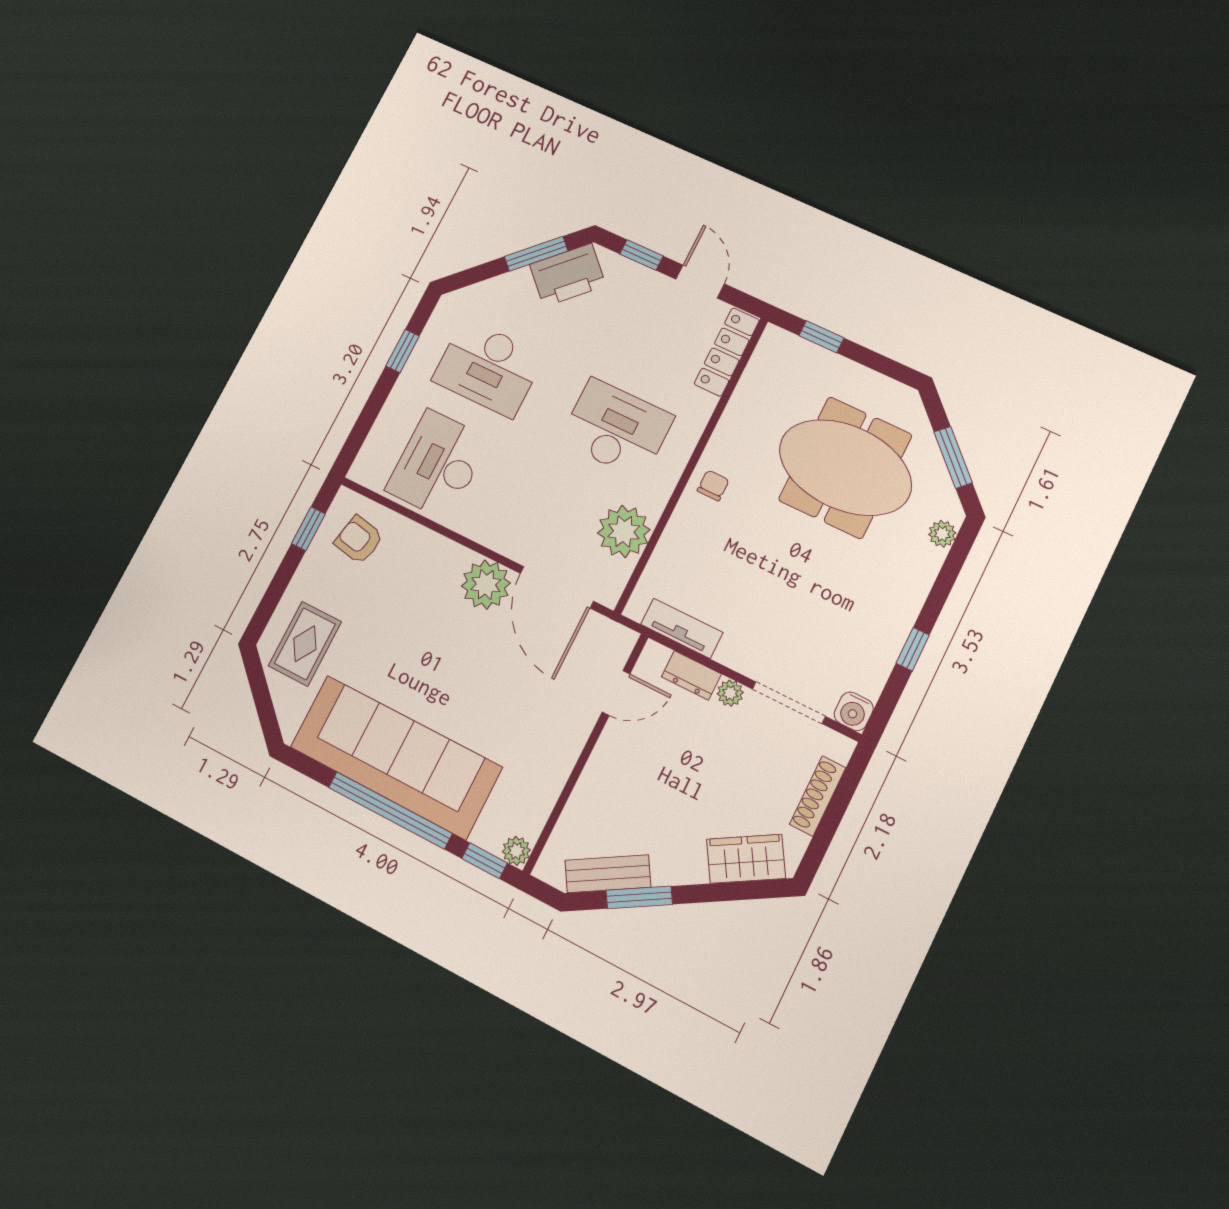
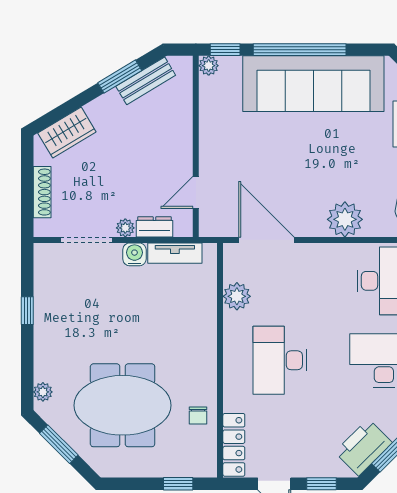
desk: (616, 429) -> (280, 360), turned 90
chair: (713, 485) -> (198, 415), moved
plant: (624, 531) -> (237, 296), width x0.73, depth x0.73
plant: (486, 585) -> (345, 219), moved
water cooler: (854, 711) -> (134, 254), moved

